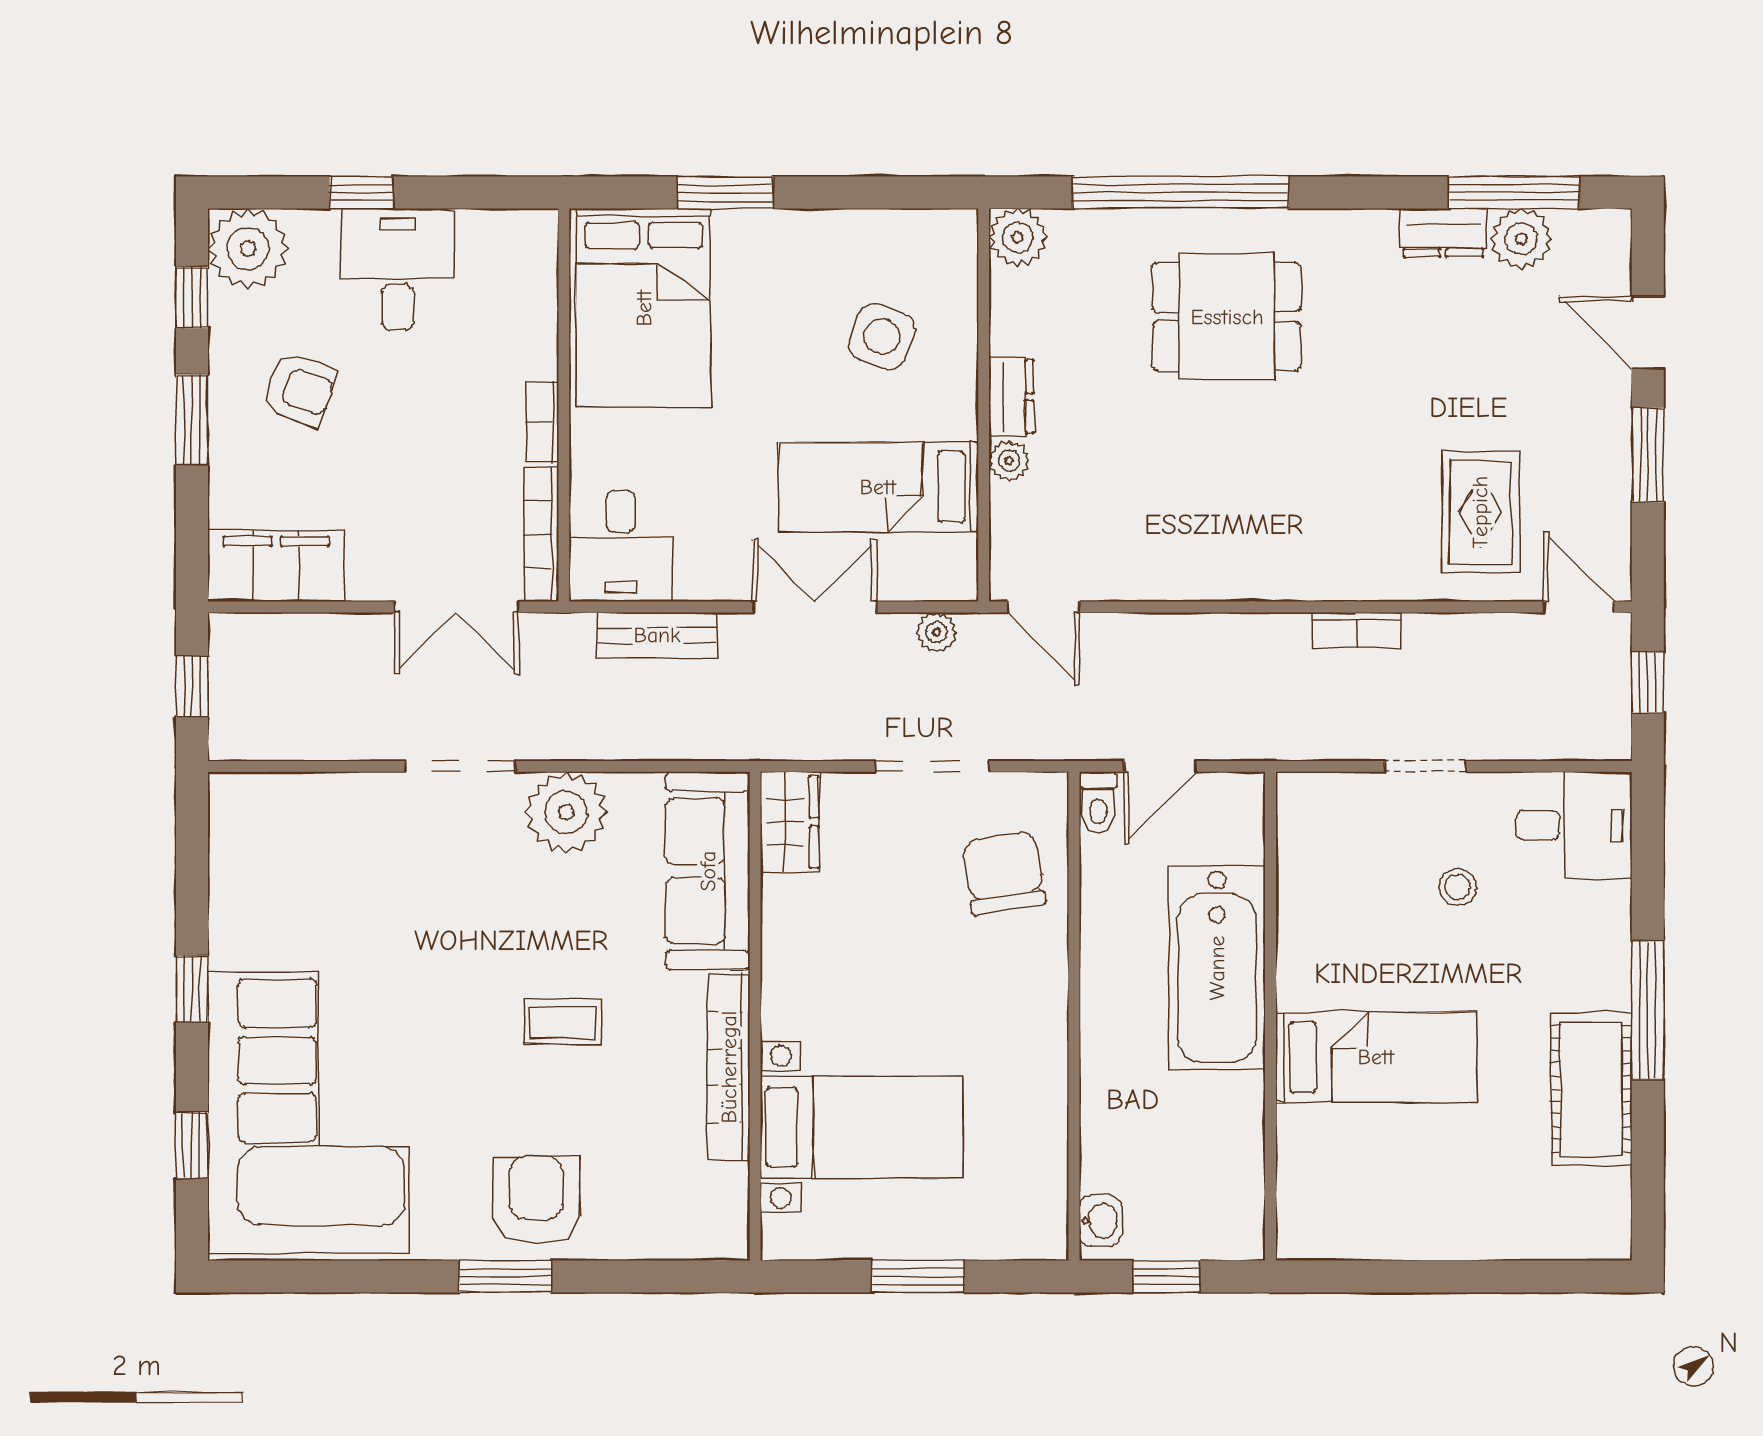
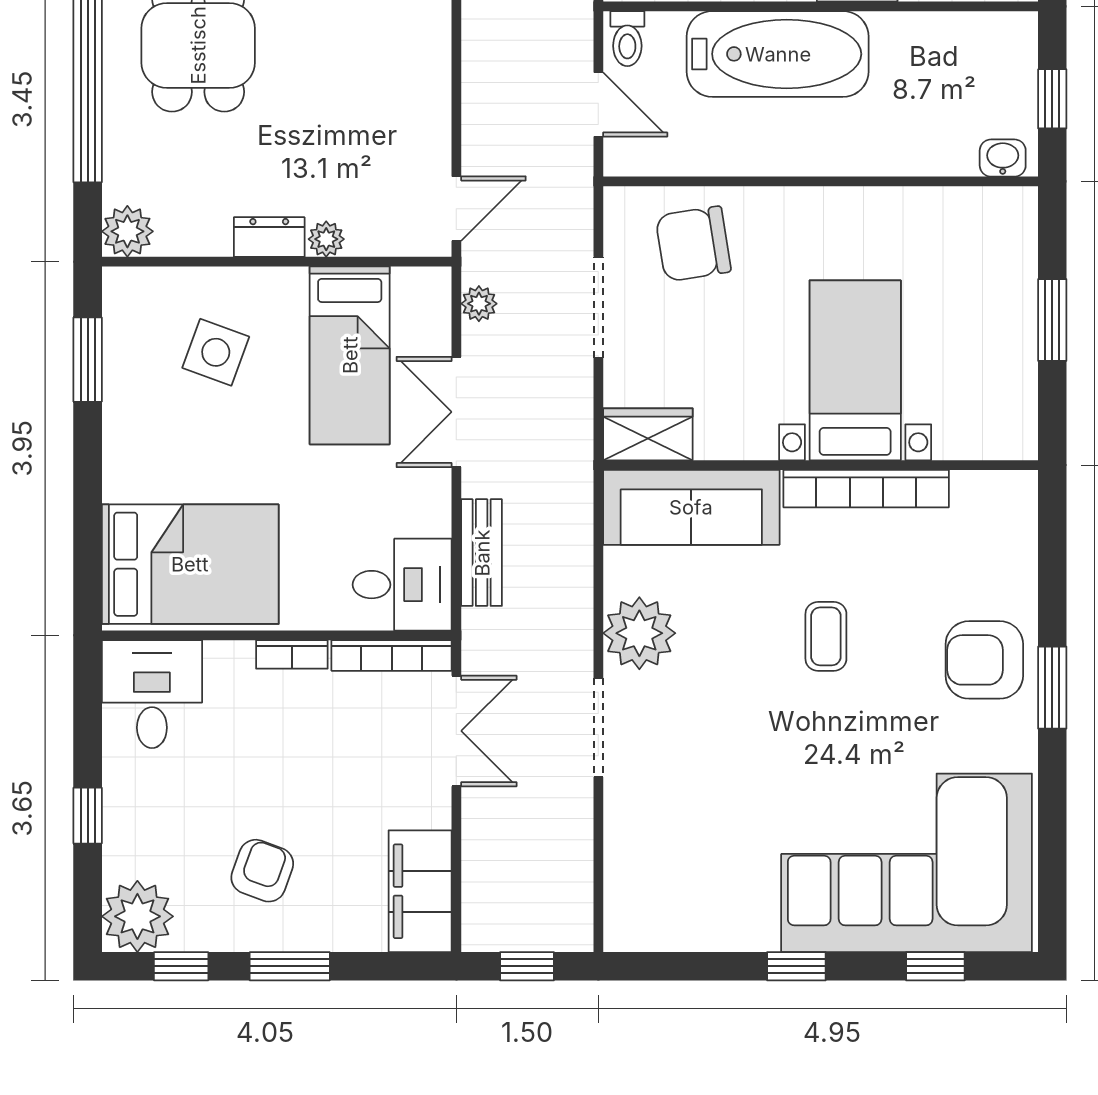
window: (725, 193) -> (88, 360), moved
desk: (398, 269) -> (152, 694), moved, turned 90
toilet: (1098, 803) -> (627, 39), moved, turned 90
bed with nightstands: (862, 1127) -> (855, 370), moved

